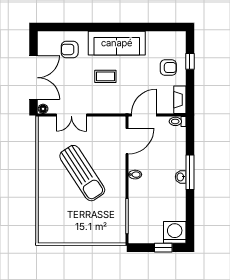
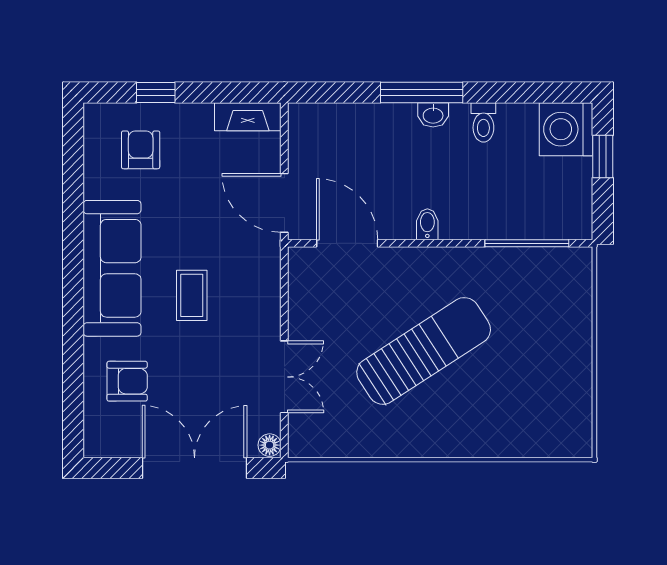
armchair: (70, 49) -> (127, 381), turned -90
armchair: (168, 68) -> (141, 150), moved
toilet: (178, 121) -> (483, 122), moved

